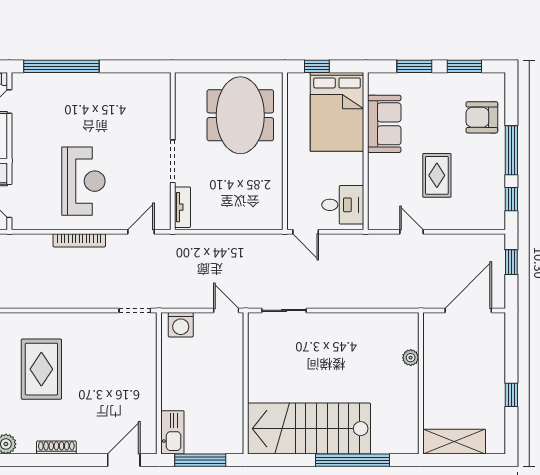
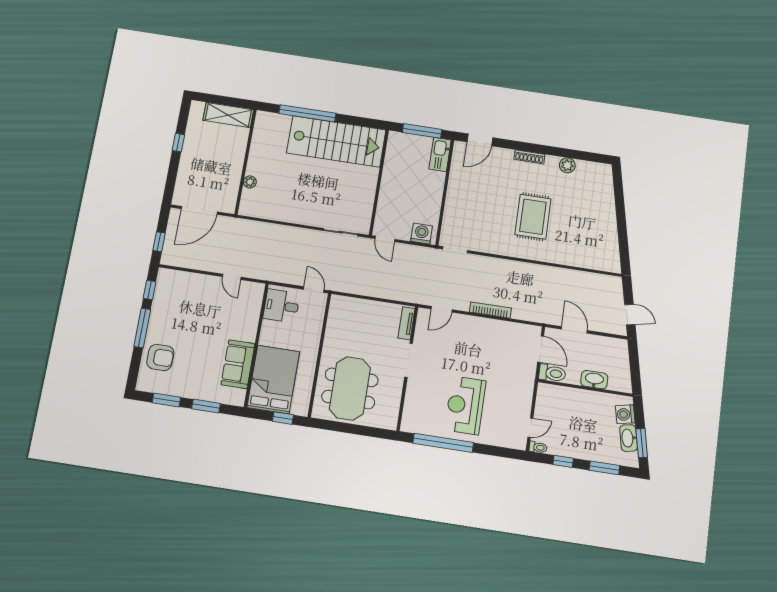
window: (61, 66) -> (443, 443), moved
rug: (437, 175) -> (204, 317), removed
reception desk: (83, 181) -> (465, 405), moved

